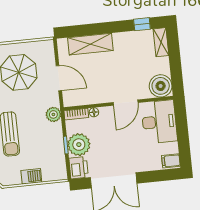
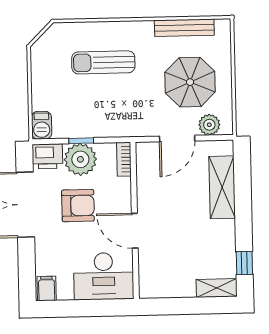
boiler: (161, 86) -> (154, 282), removed
floor lamp: (94, 112) -> (125, 185), removed
plant: (53, 114) -> (209, 125), moved
armchair: (111, 144) -> (78, 206), added
barbecue: (31, 176) -> (42, 125), moved

